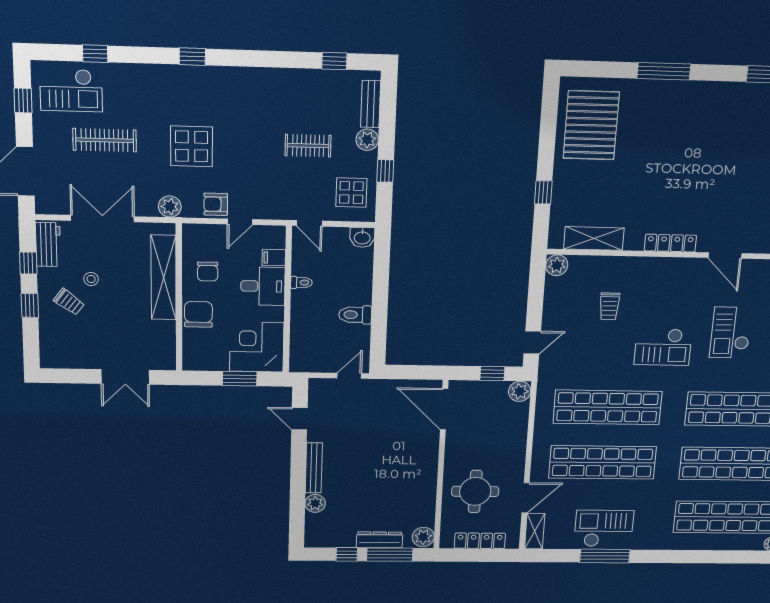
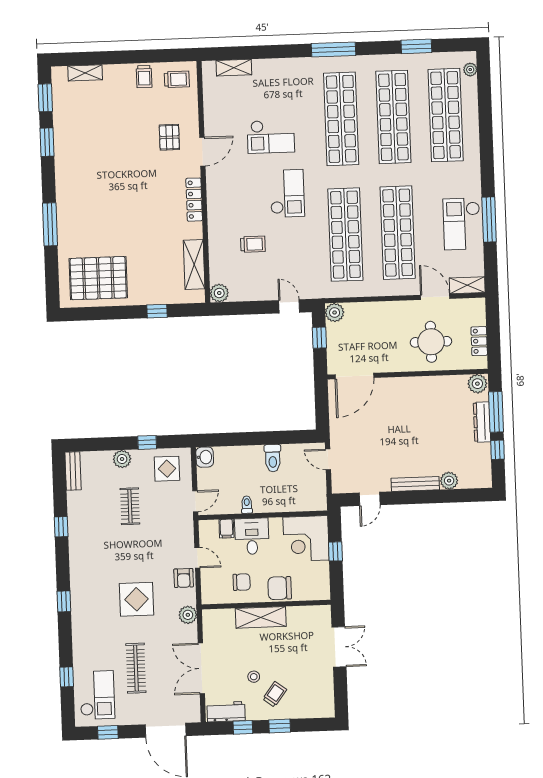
window: (334, 61) -> (61, 527), moved
bench: (371, 104) -> (73, 471), moved, turned 90
pallet: (747, 219) -> (169, 137), added
shelving: (164, 278) -> (261, 617), width x0.68
window: (240, 379) -> (335, 551), width x0.67
locker: (480, 541) -> (479, 341), width x0.66

